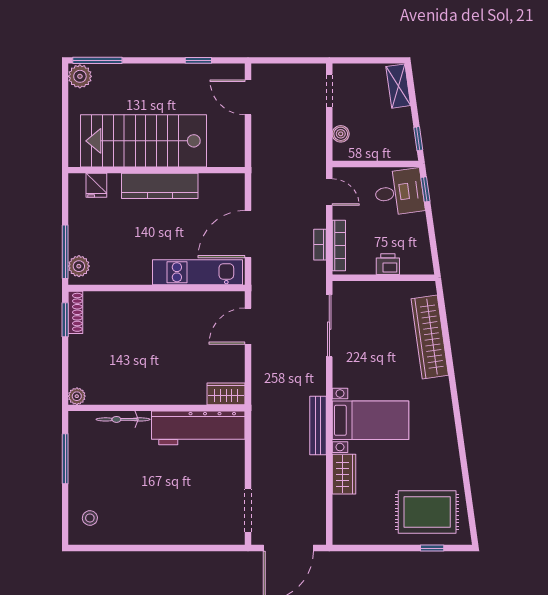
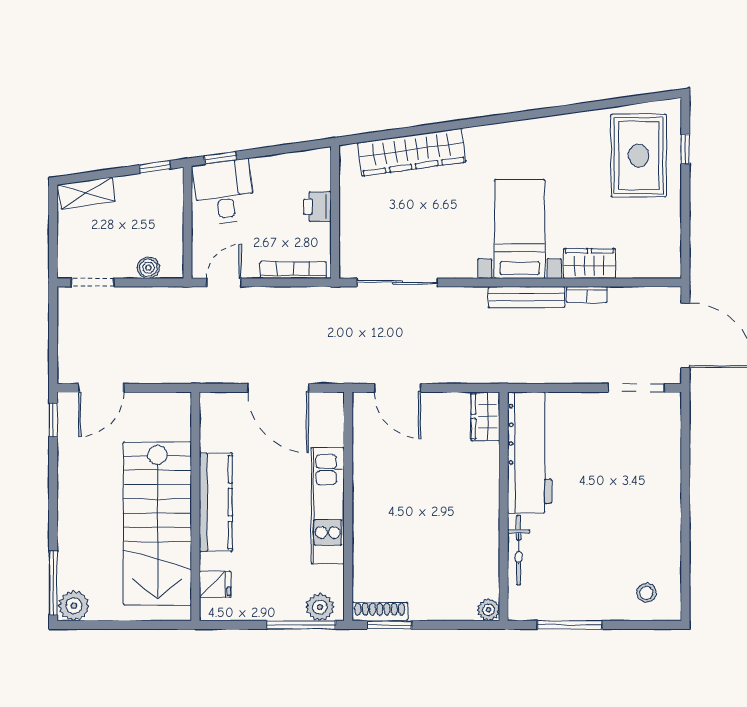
window: (198, 60) -> (53, 420), moved
bookcase: (320, 245) -> (587, 294), moved
kitchen unit: (198, 272) -> (328, 506), moved

